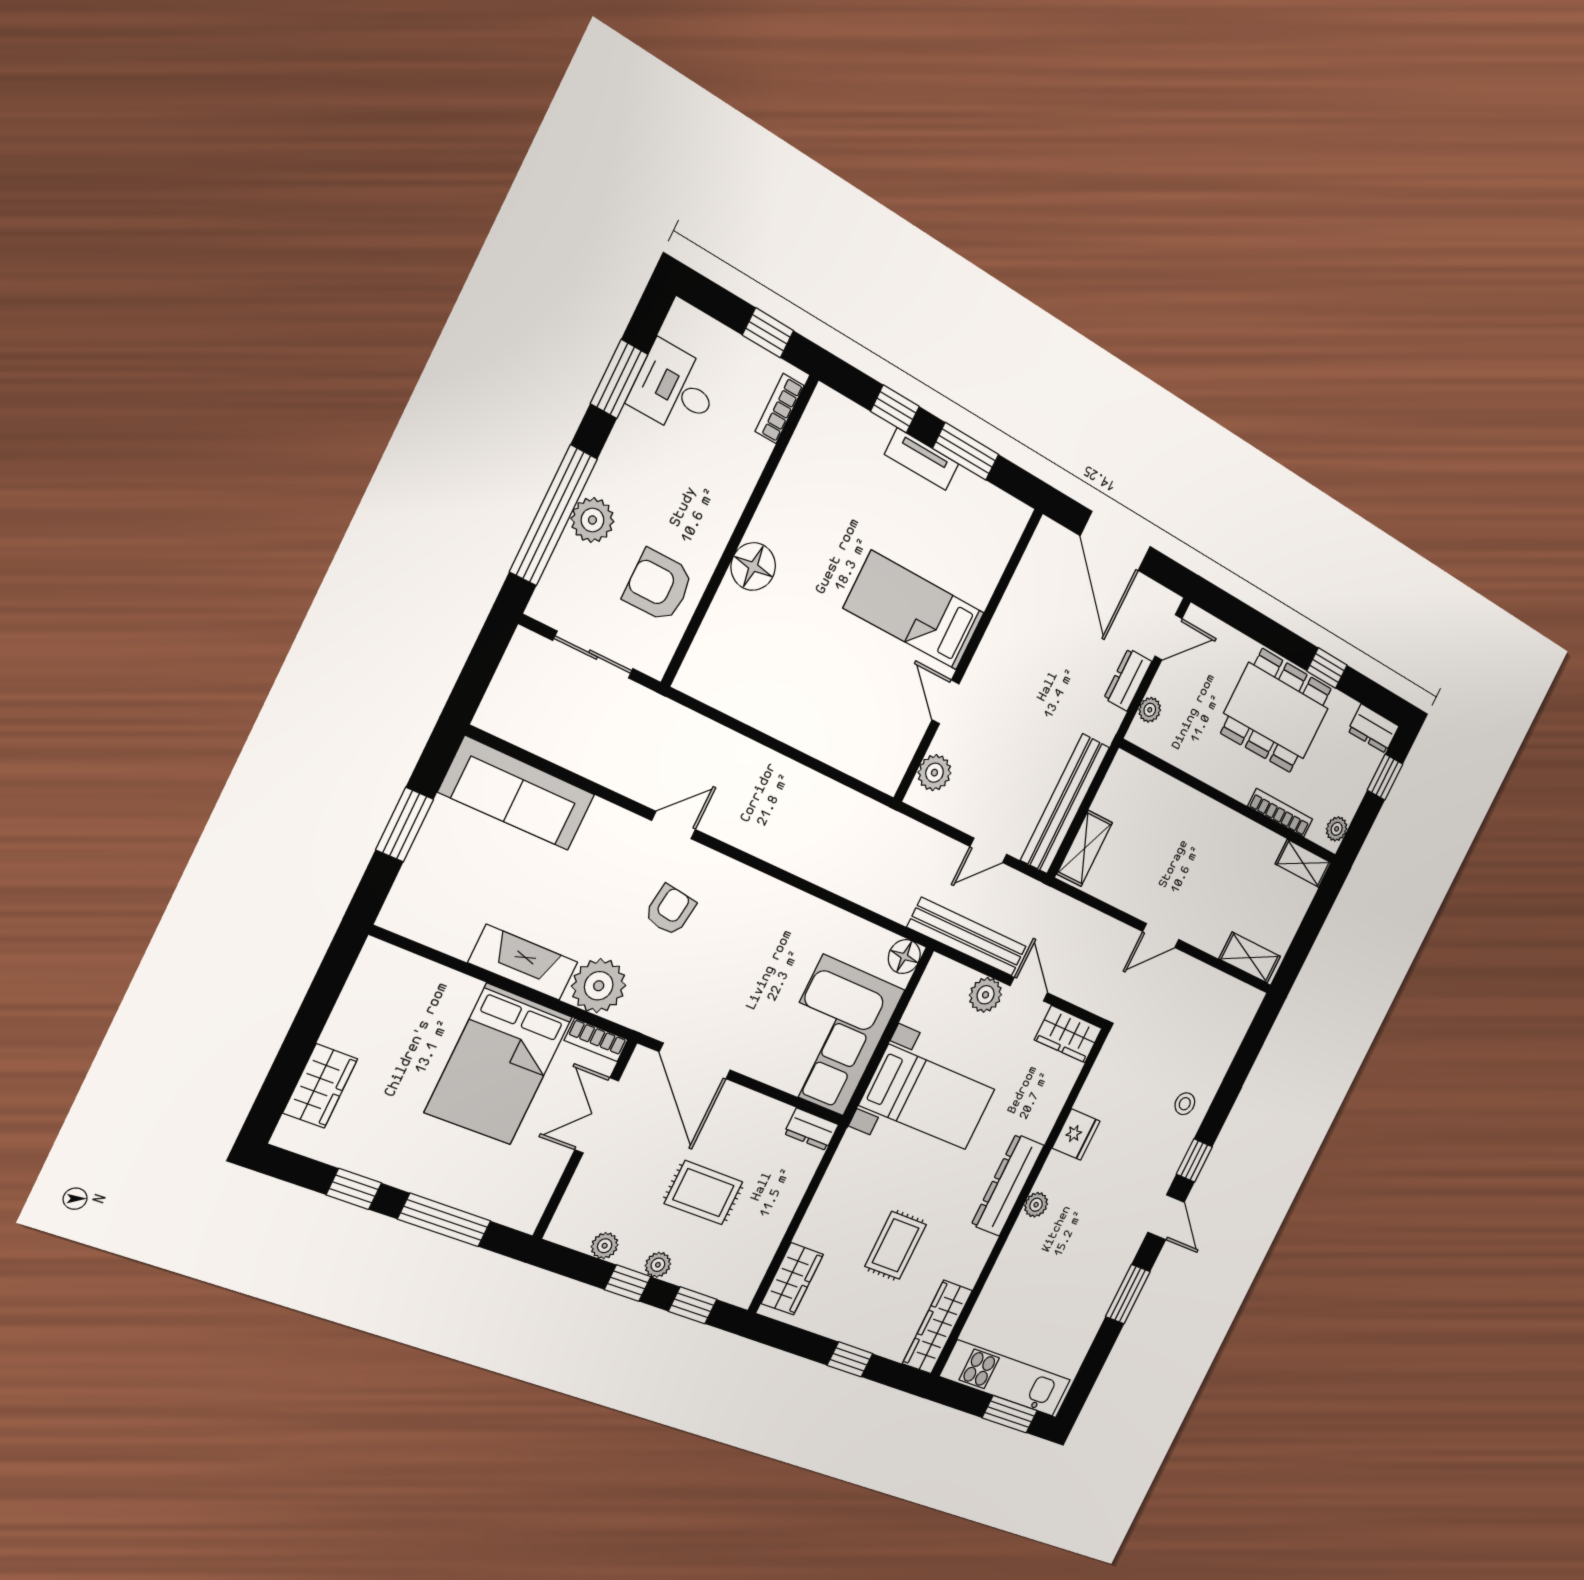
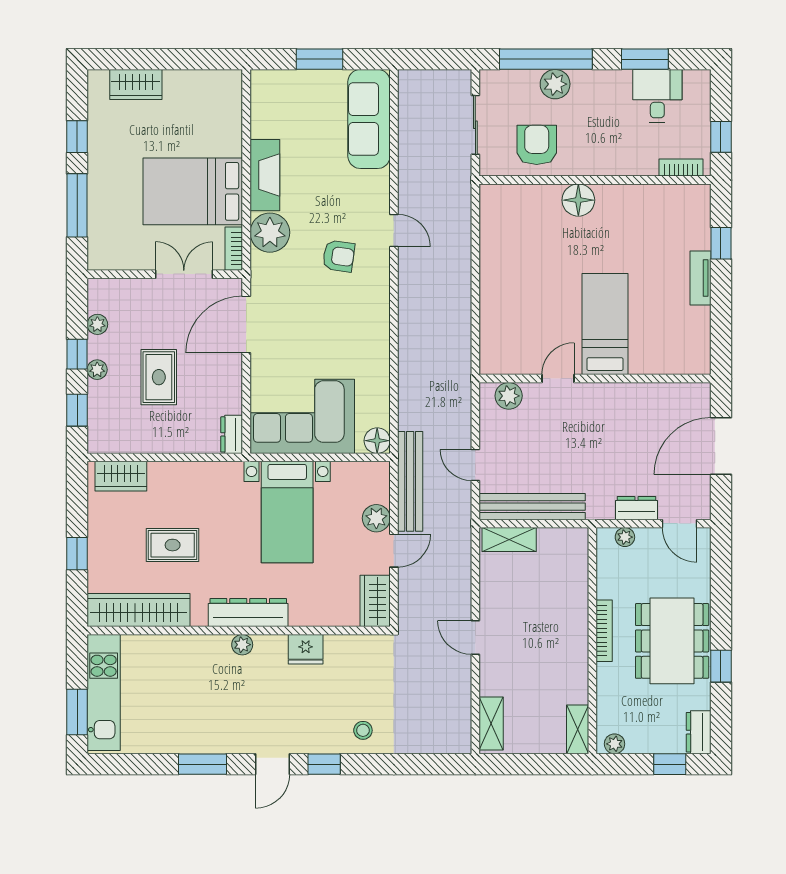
window: (966, 451) -> (721, 306), removed
bookcase: (1280, 813) -> (604, 631), moved
wardrobe: (937, 1327) -> (139, 610), width x1.40, depth x1.17

